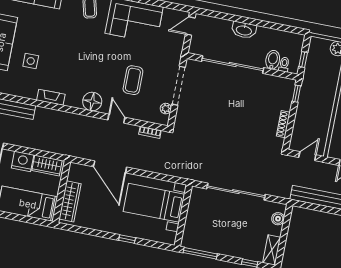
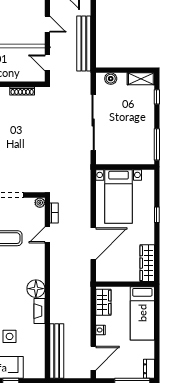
floor lamp: (92, 102) -> (36, 289), moved
plant: (166, 109) -> (40, 203), moved
door: (116, 119) -> (47, 235), moved
nightstand: (23, 161) -> (100, 330), width x0.53, depth x0.56
wardrobe: (70, 201) -> (147, 263), moved, turned -90

